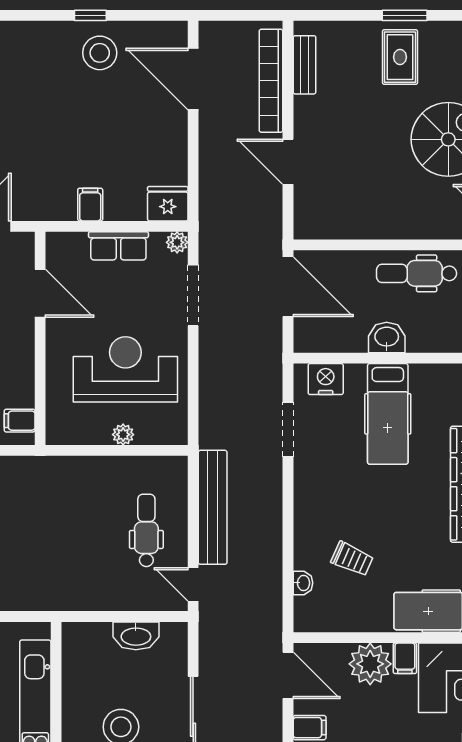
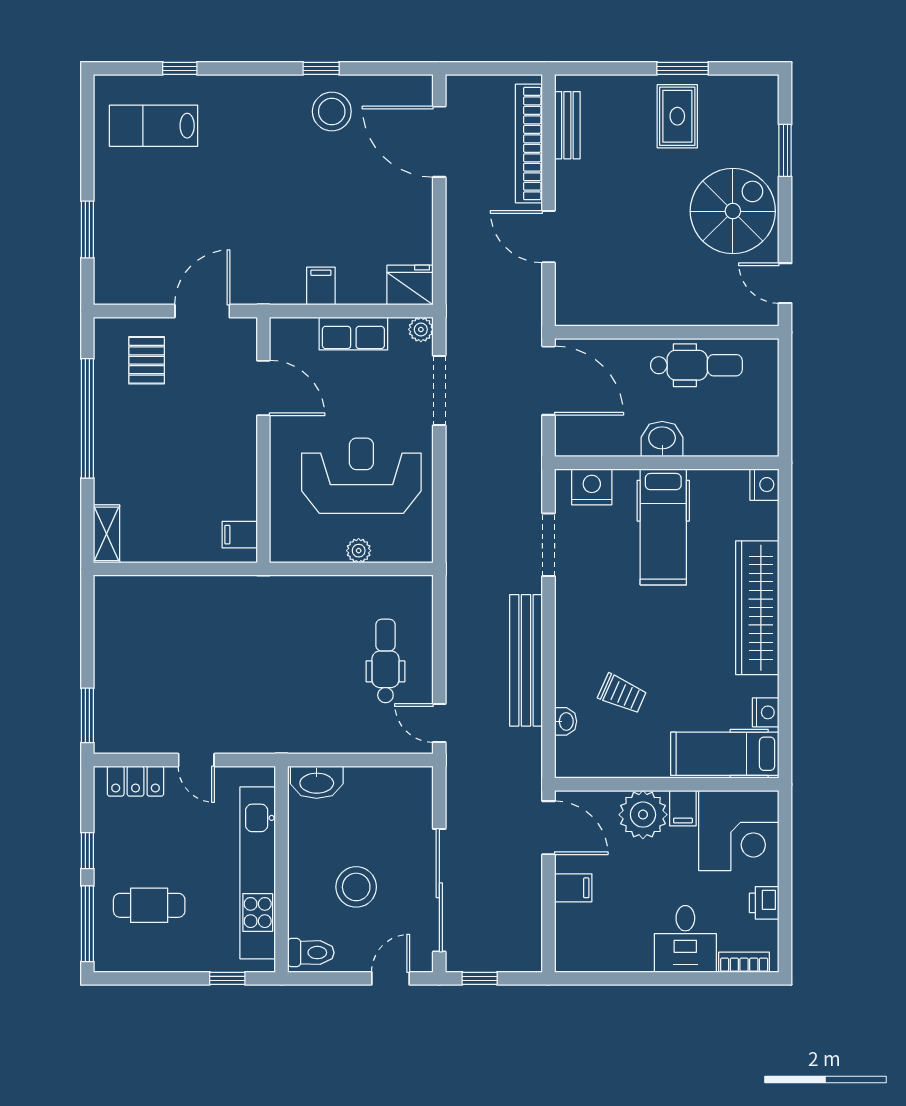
dental chair: (417, 273) -> (696, 365), turned 180
bench: (213, 507) -> (526, 660), moved
washbasin: (136, 636) -> (317, 782), moved

